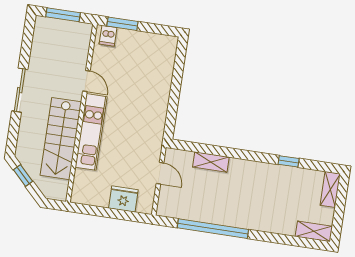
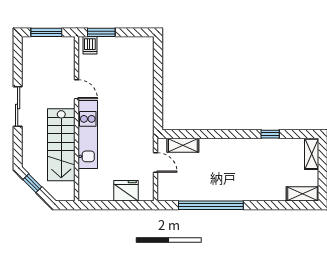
shelving: (211, 162) -> (183, 145), moved

